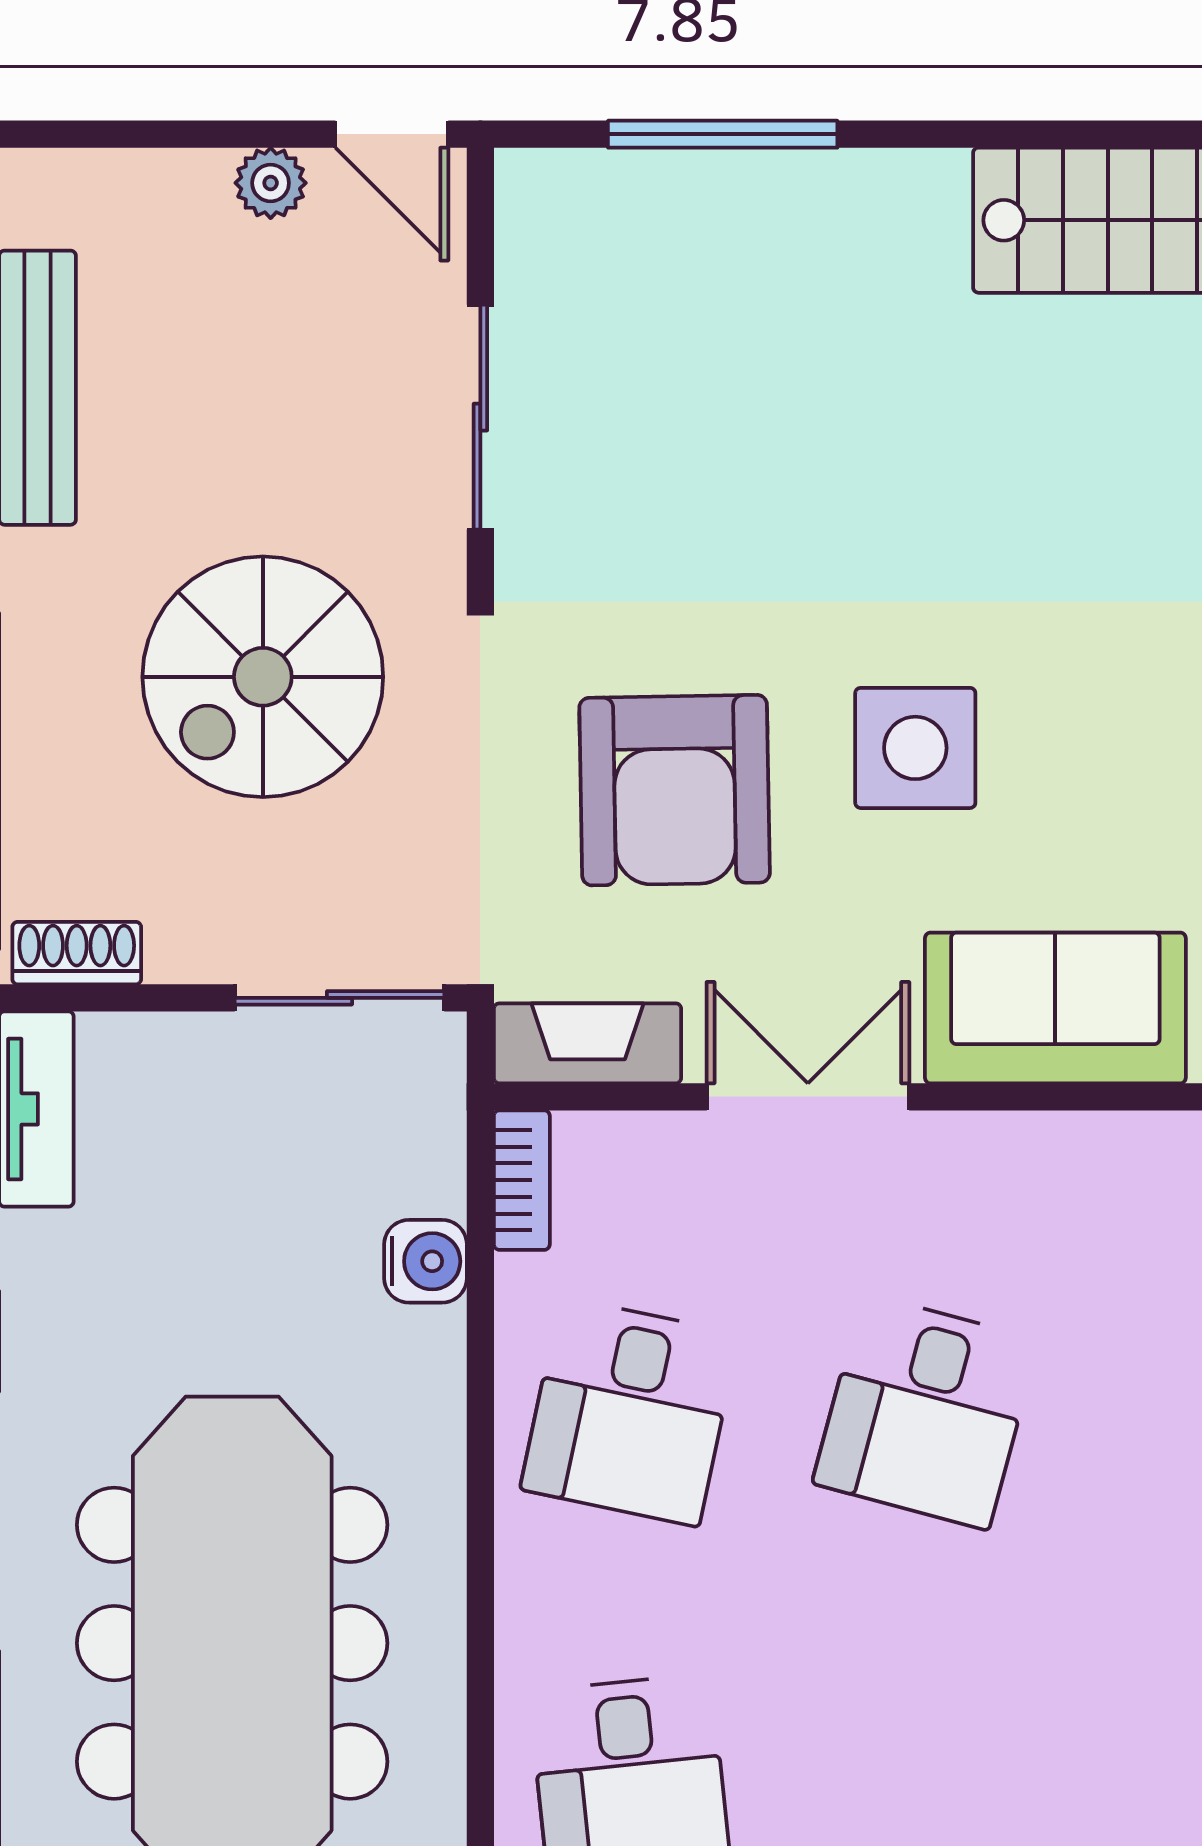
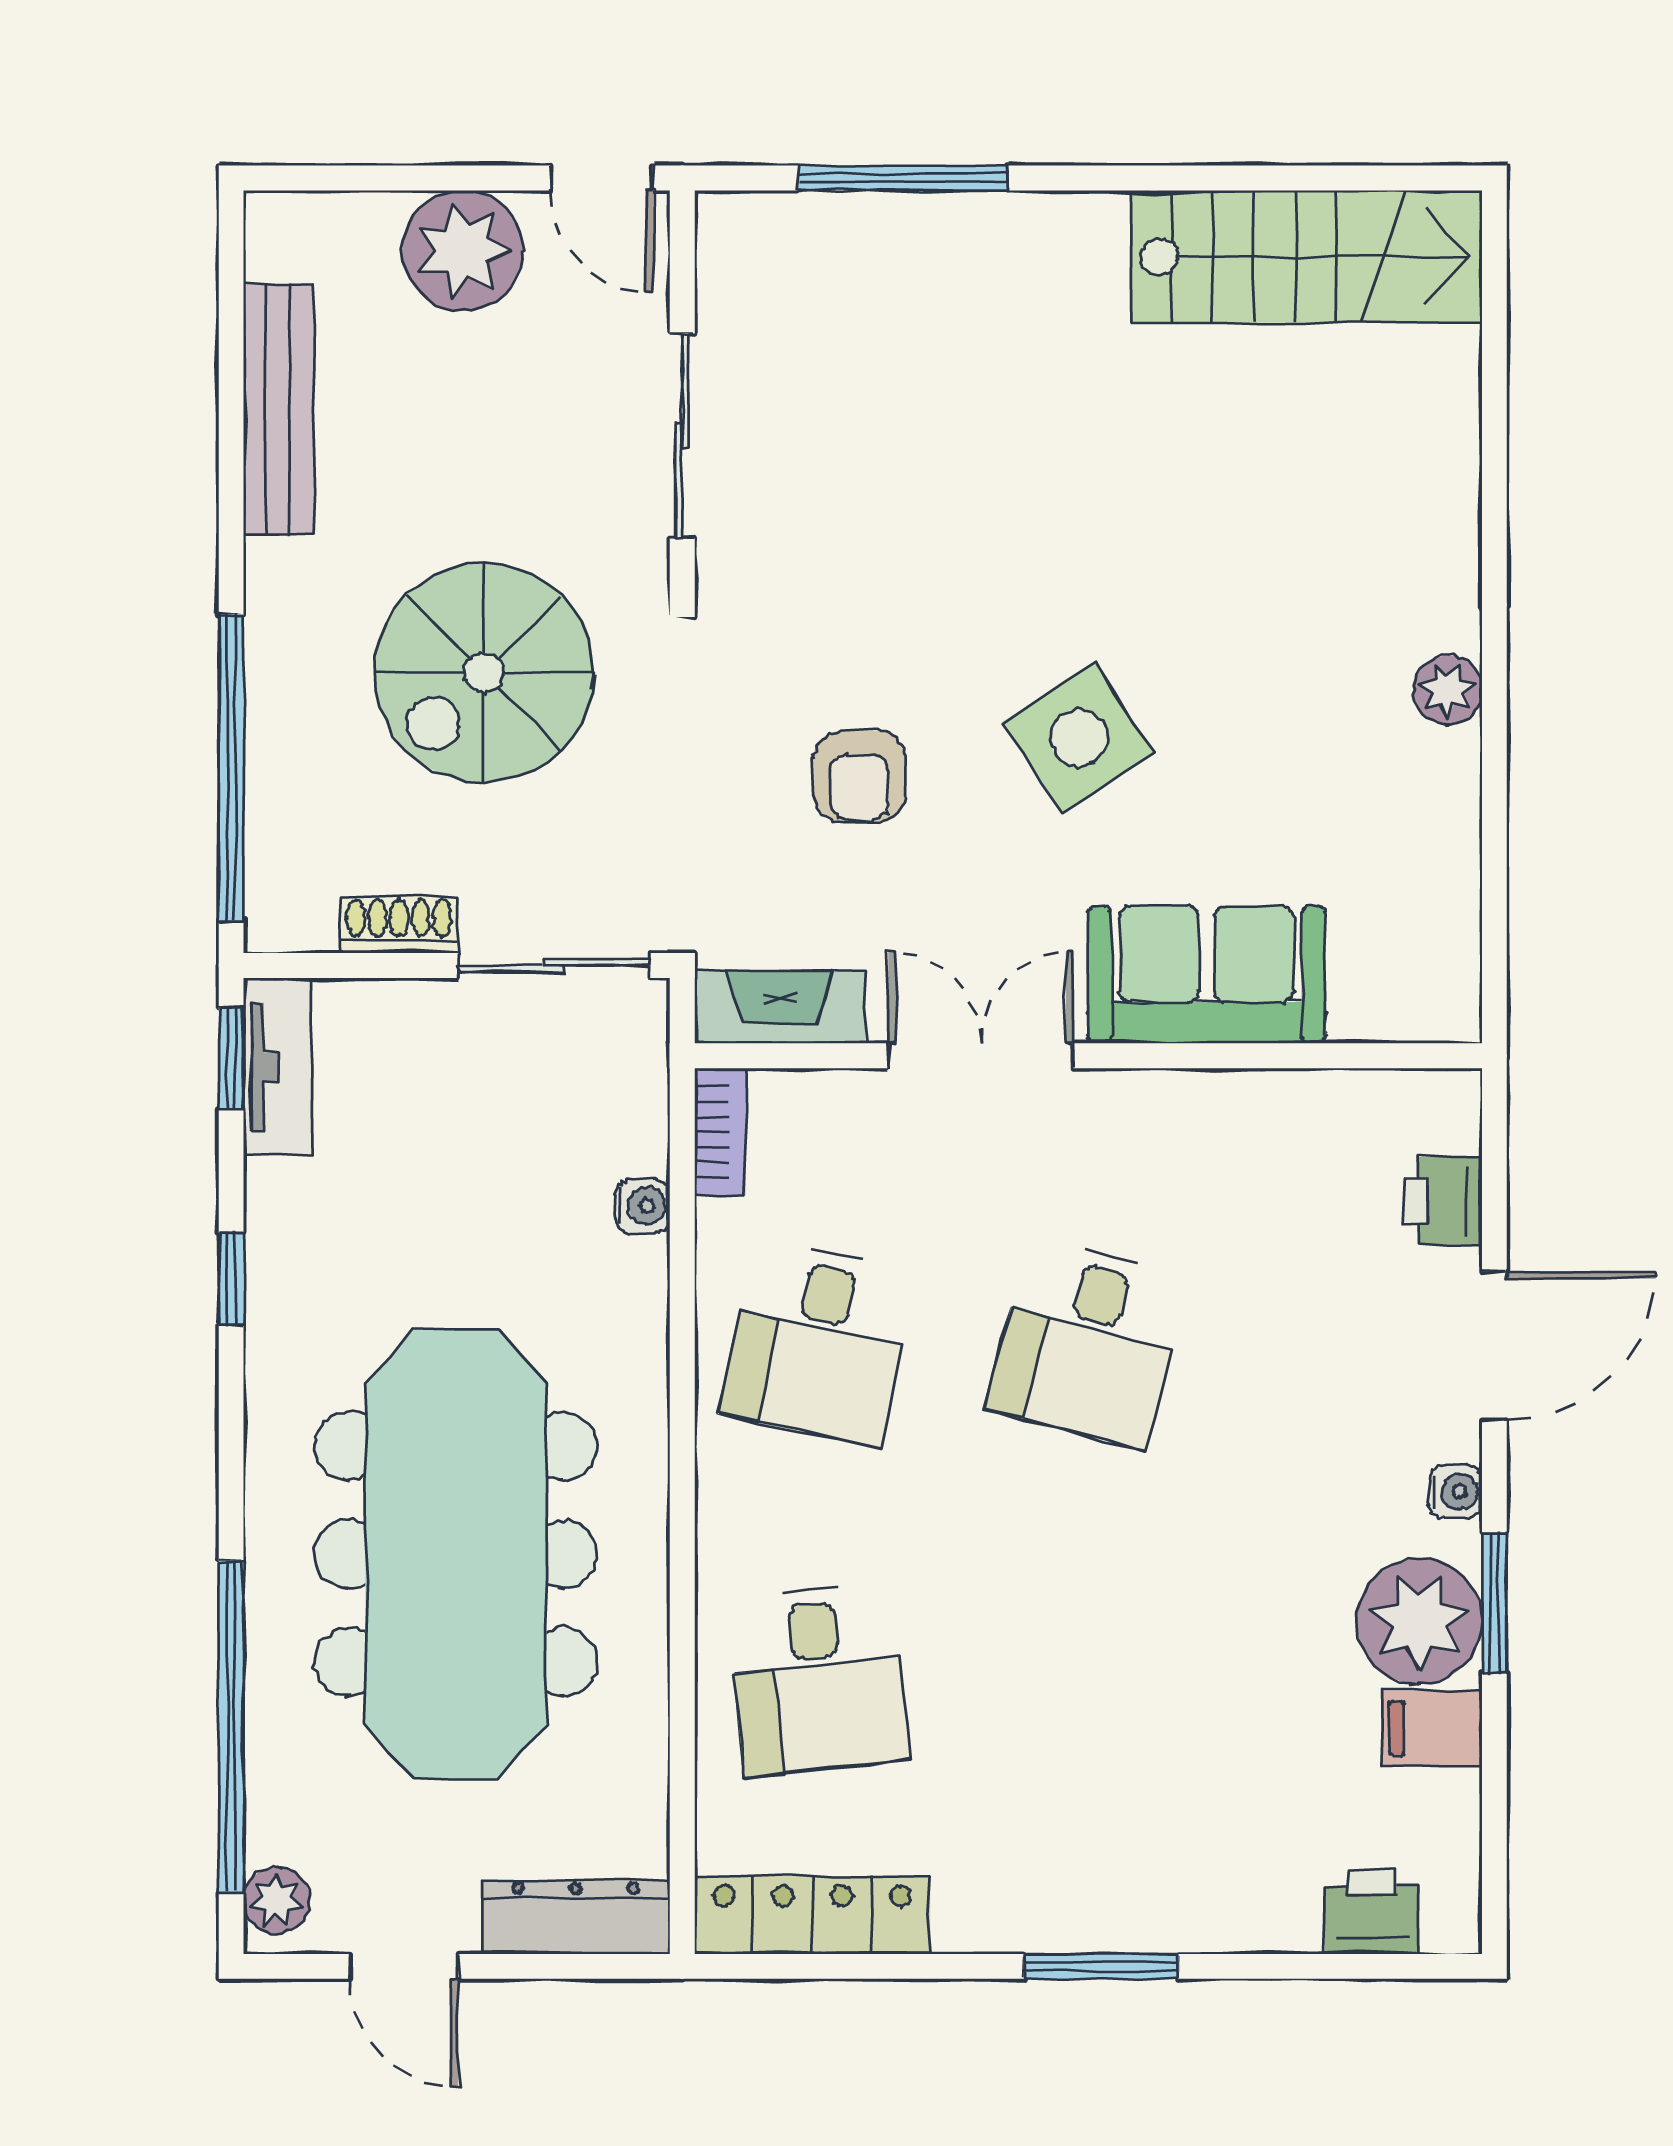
plant: (271, 183) -> (463, 251), width x1.87, depth x1.87
side table: (915, 748) -> (1079, 738), turned -33
armchair: (675, 790) -> (859, 776), width x0.53, depth x0.53
shoe rack: (77, 953) -> (399, 925), moved
water cooler: (426, 1261) -> (643, 1206), width x0.72, depth x0.72

